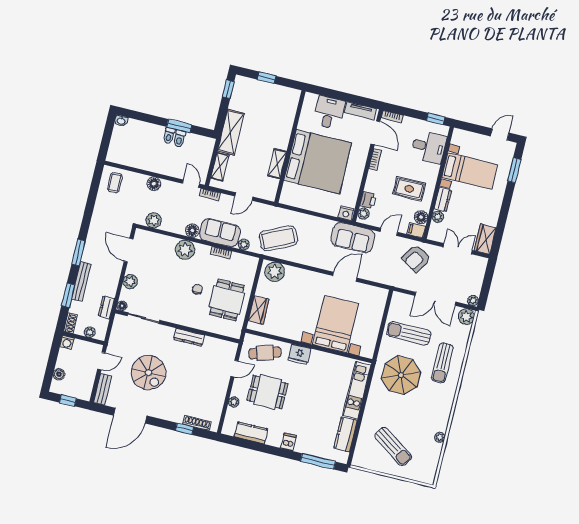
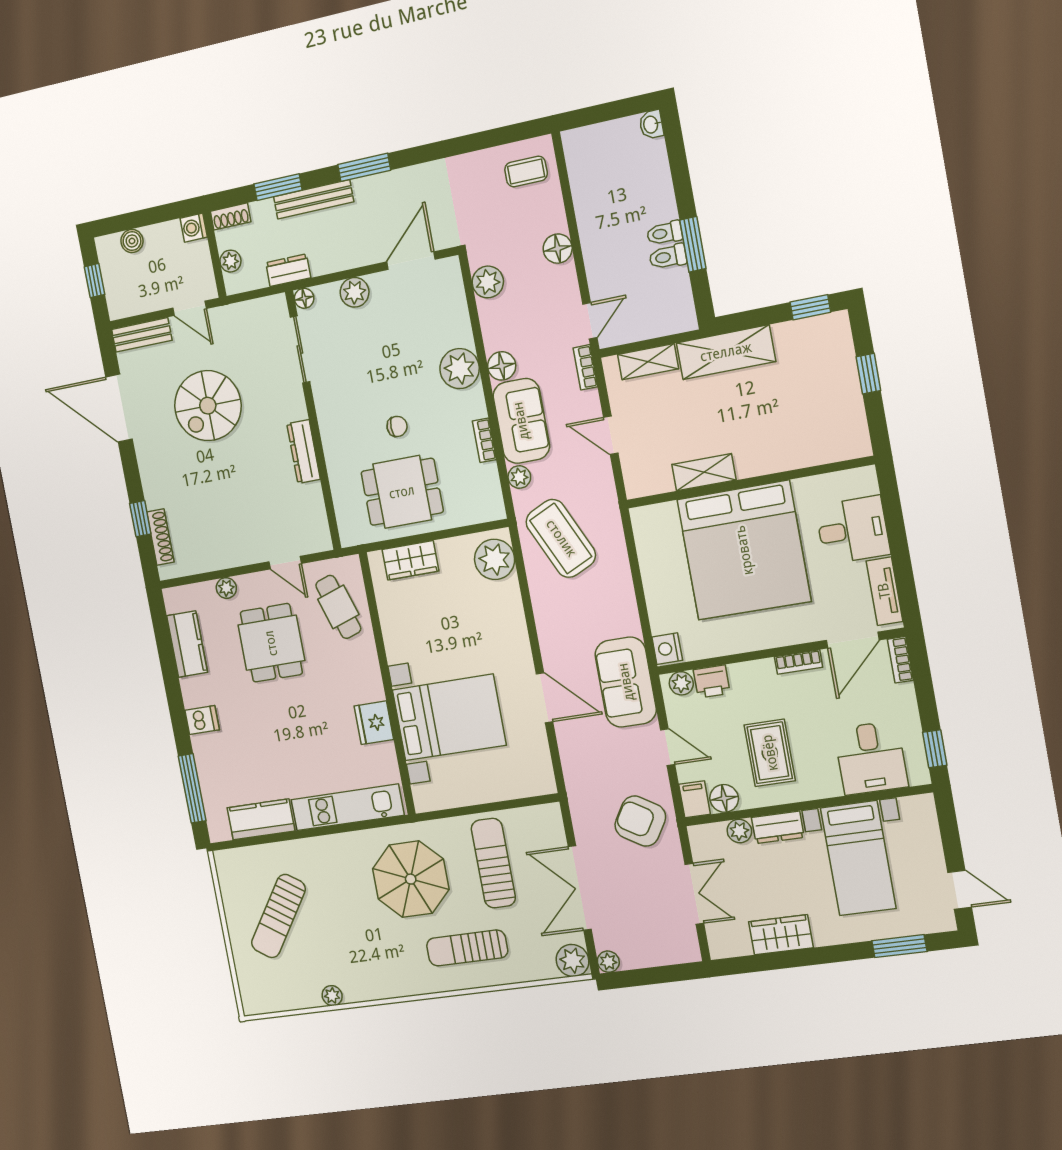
wardrobe: (485, 239) -> (781, 935), moved
fridge: (299, 354) -> (374, 723), moved

